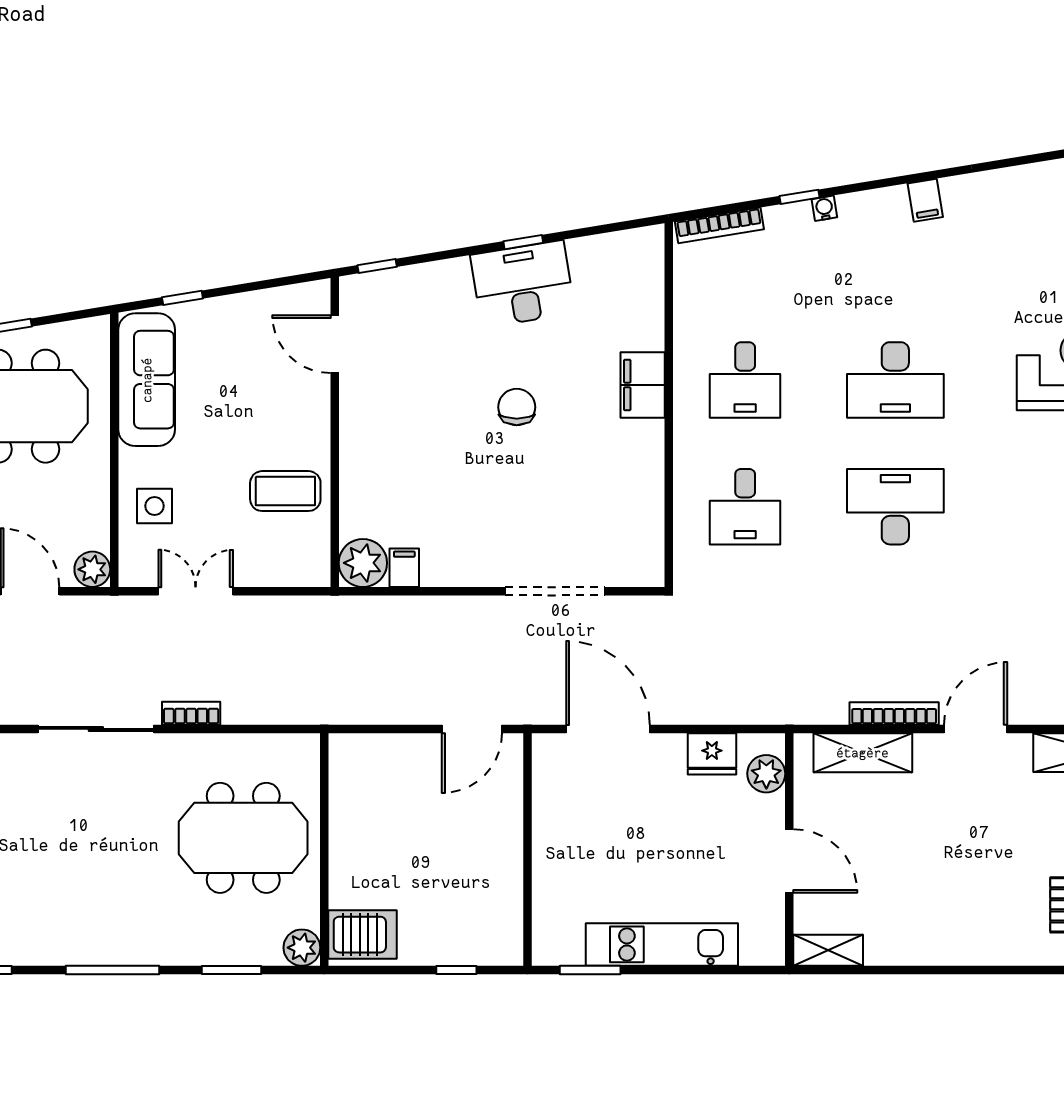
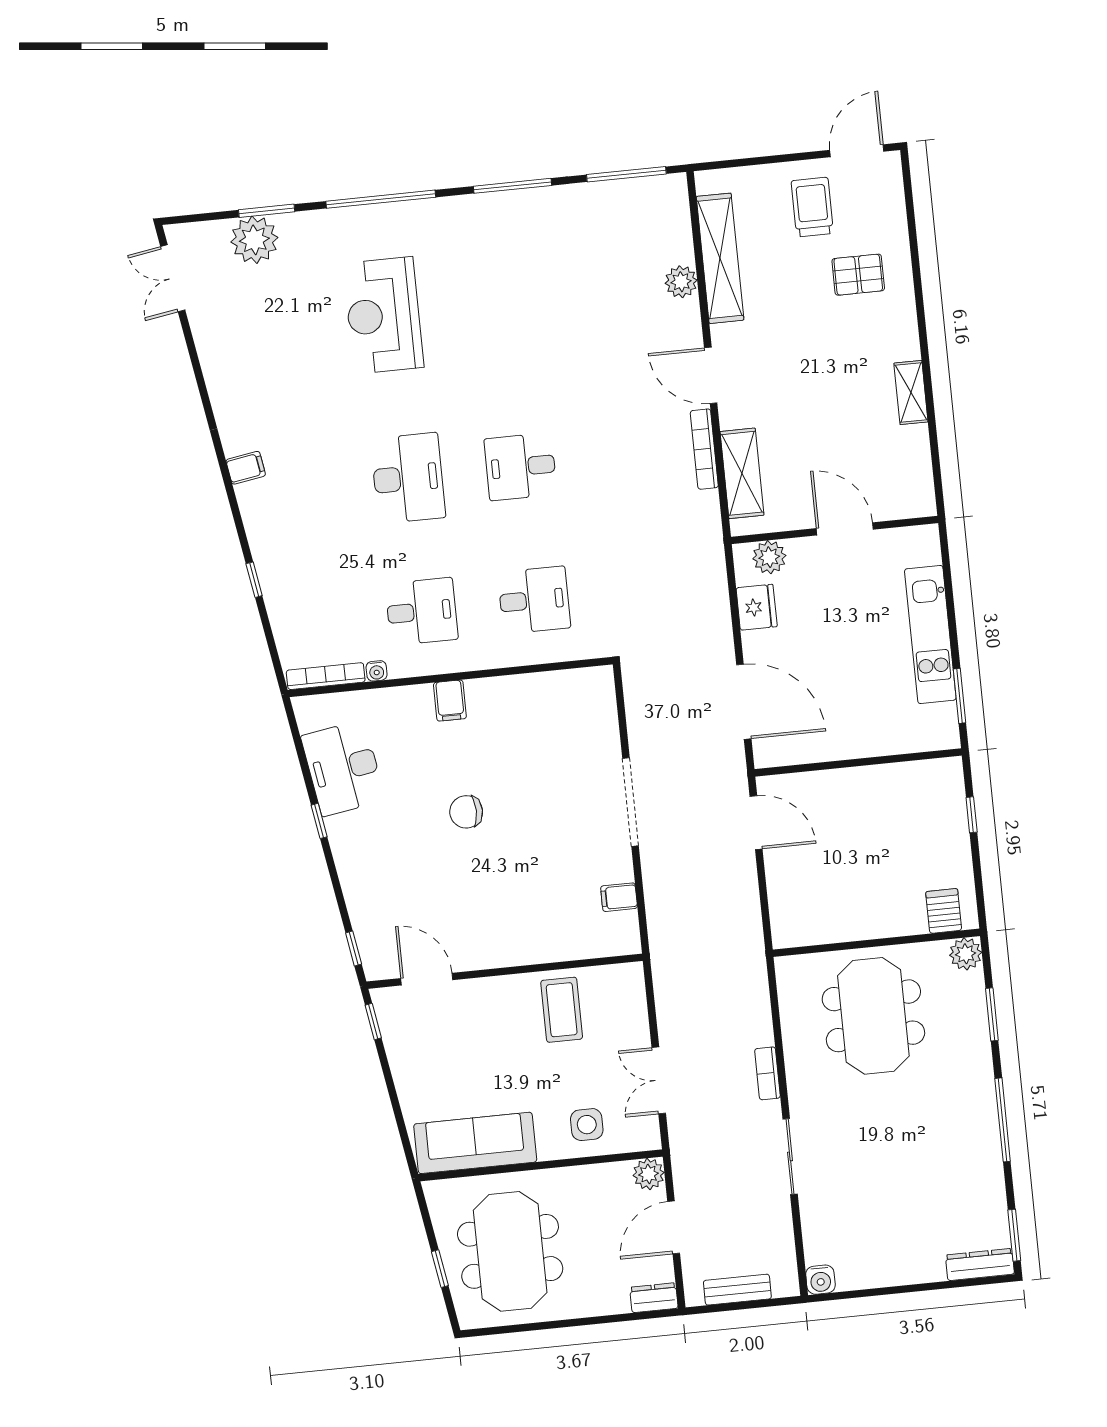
water cooler: (824, 208) -> (377, 671), moved, turned -81
bookcase: (719, 225) -> (326, 676), moved, turned -81
desk: (523, 284) -> (343, 768), moved
window: (182, 298) -> (373, 1021), moved
door: (335, 344) -> (427, 979), swing flipped
filing cabinet: (643, 385) -> (450, 701), width x0.50
desk: (895, 507) -> (521, 467), width x0.73
plant: (363, 563) -> (619, 934), removed
doorway: (555, 591) -> (630, 802), moved
sliding door: (96, 729) -> (790, 1156), width x0.73
door: (608, 729) -> (744, 702), swing flipped
door: (789, 861) -> (845, 529), hinge flipped
server rack: (363, 935) -> (944, 911), width x0.73, depth x0.70
shelving: (828, 950) -> (911, 392), moved

